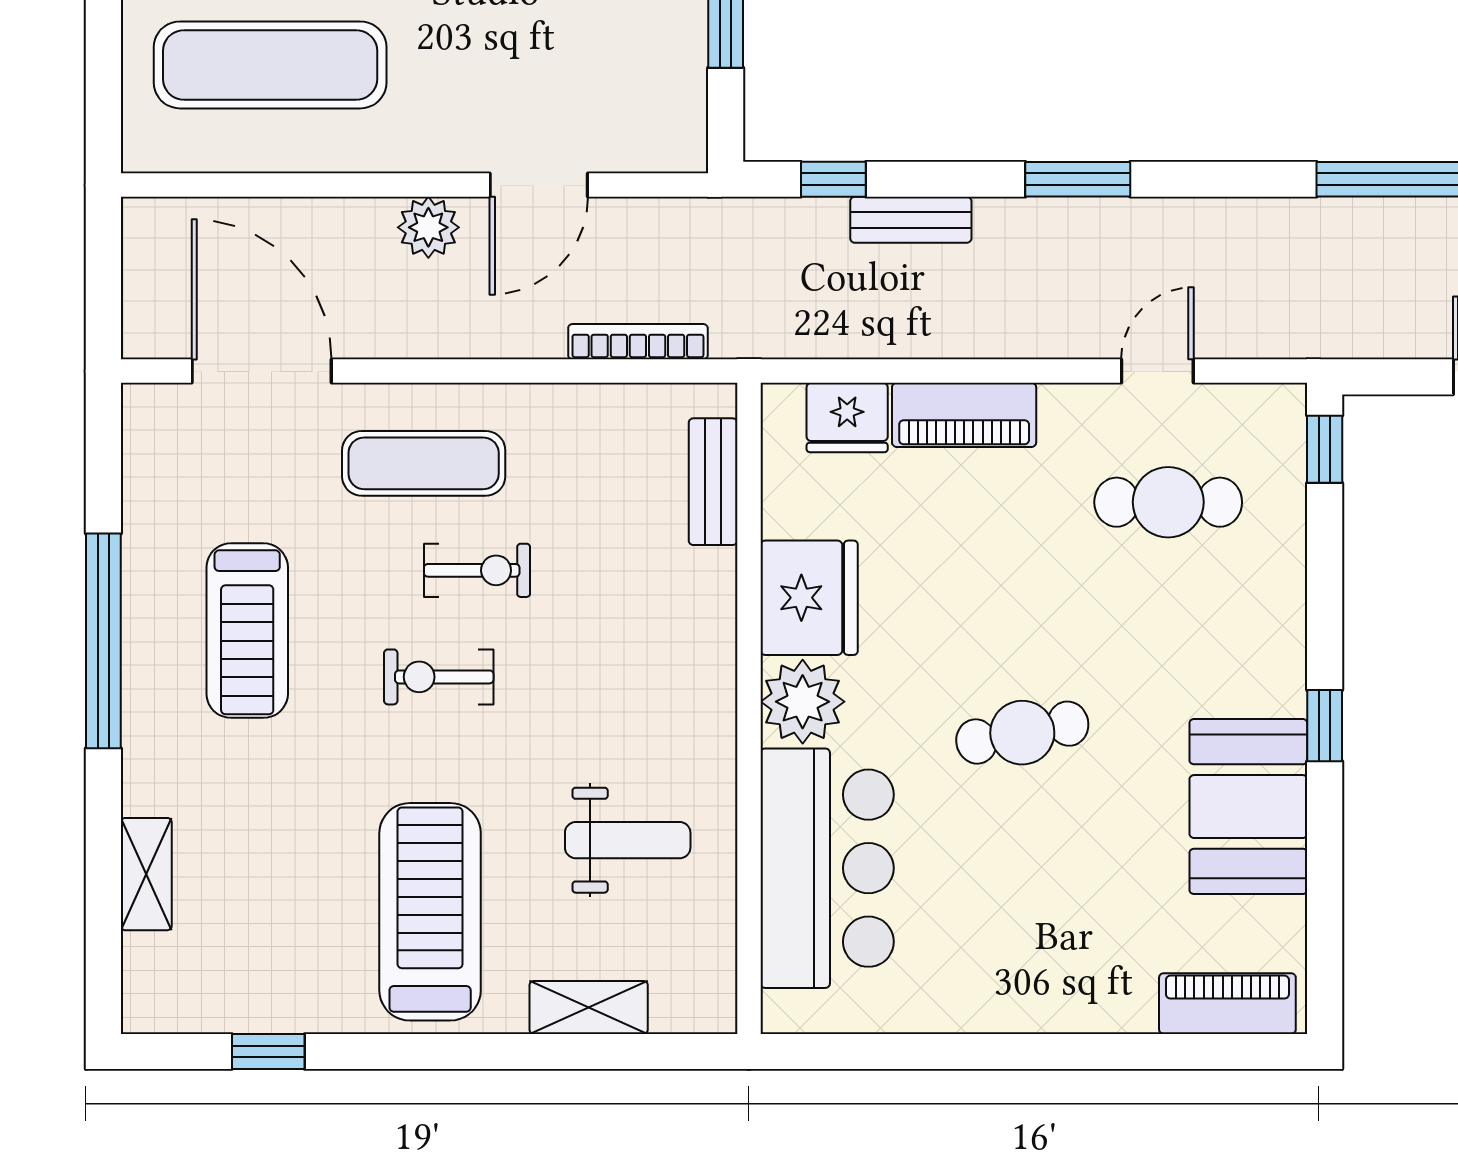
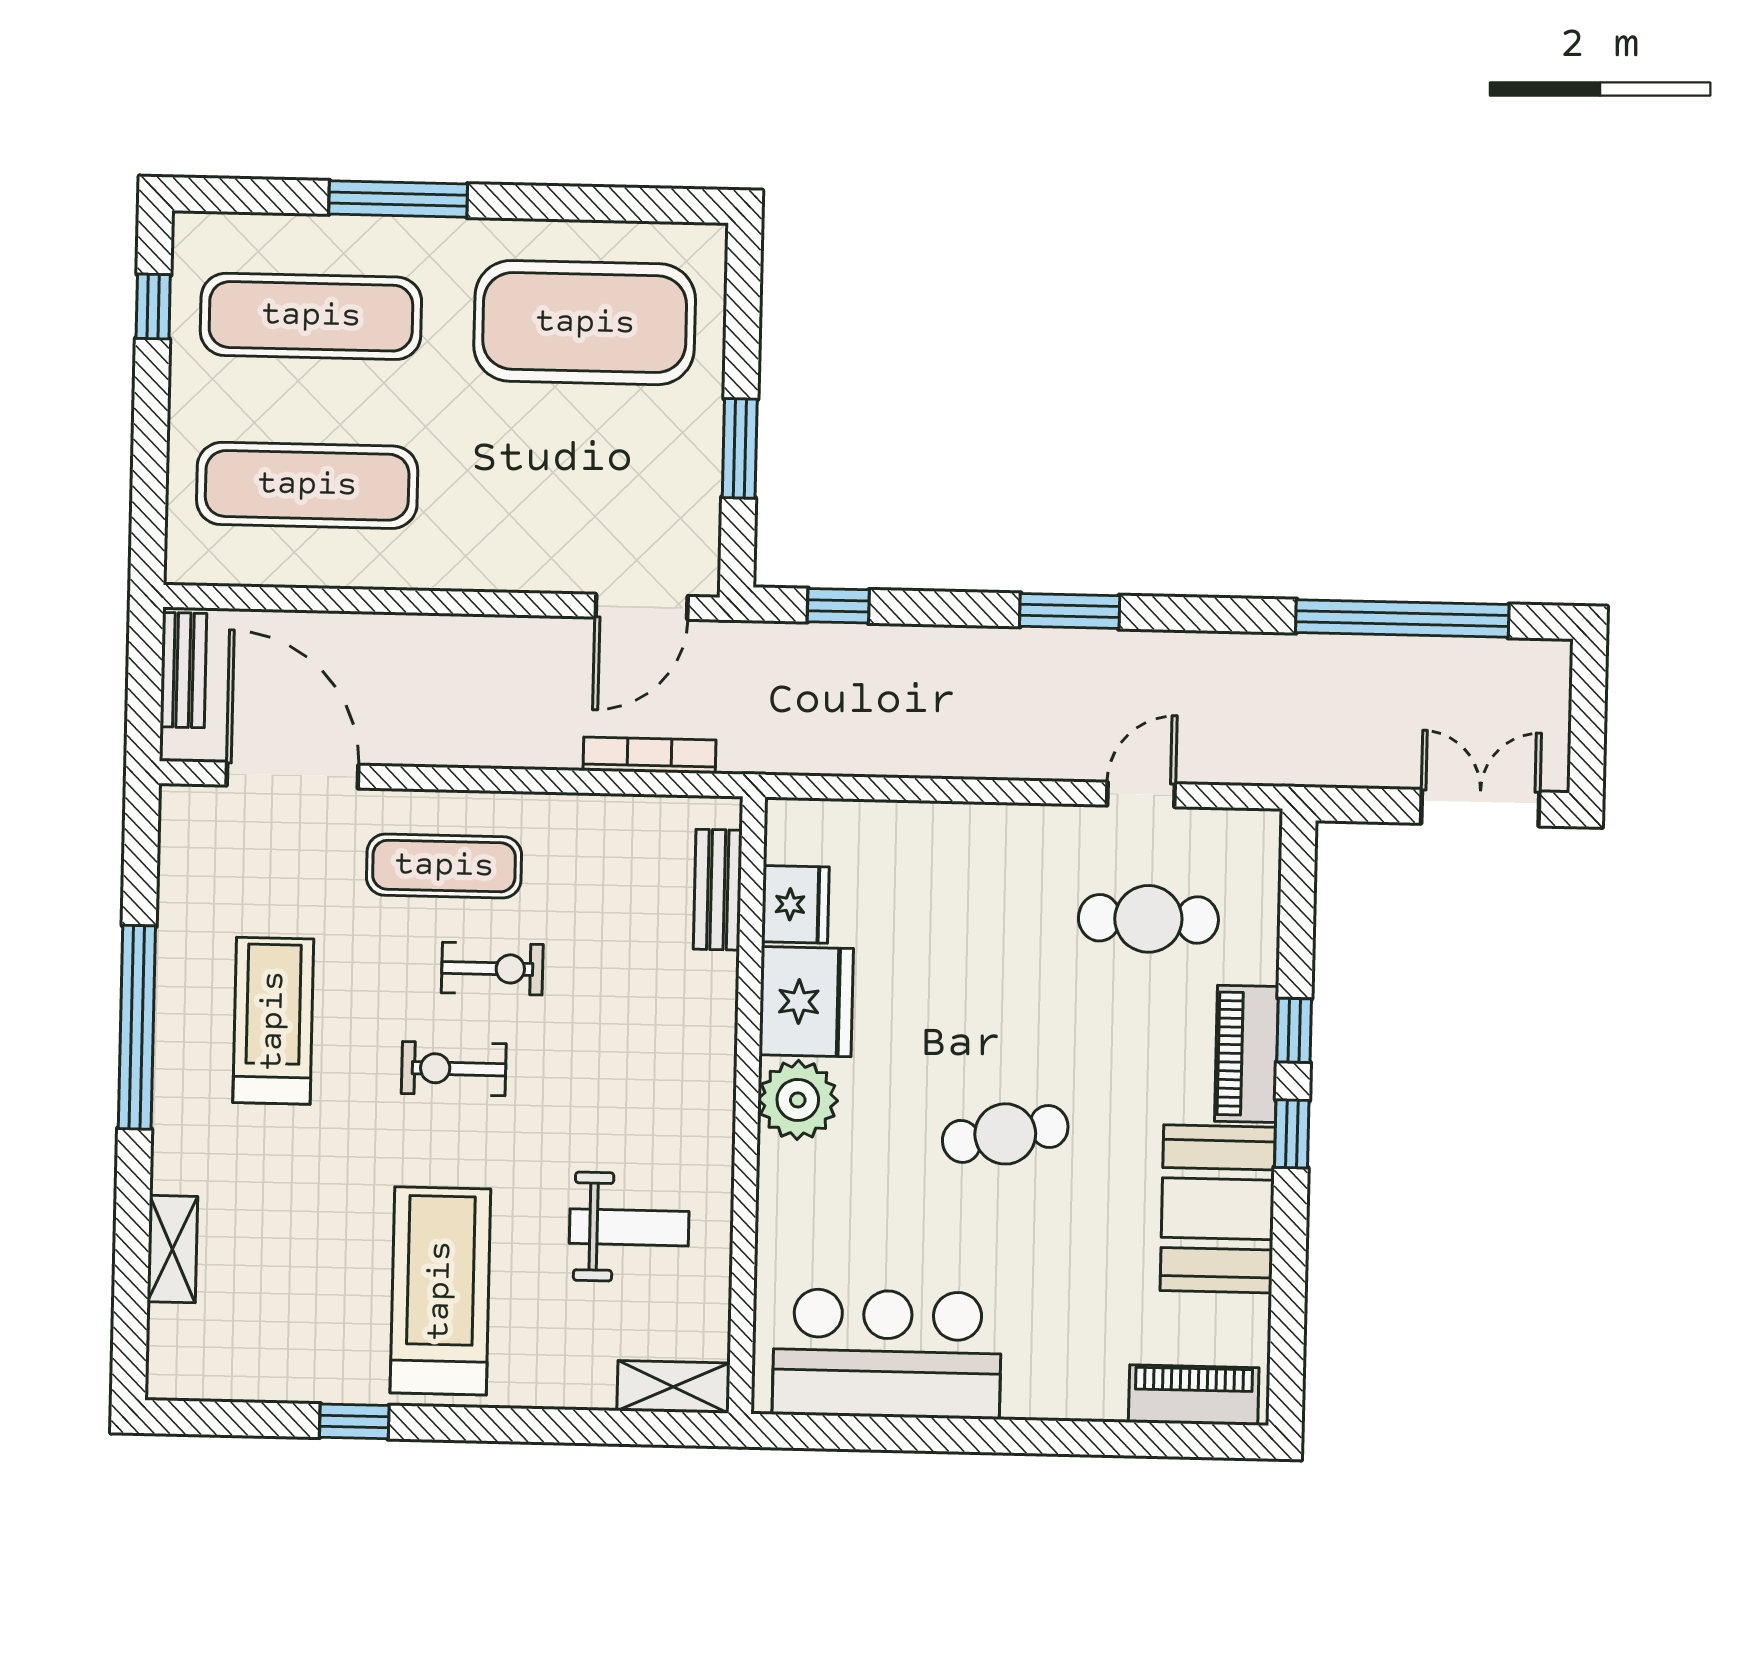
door: (539, 185) -> (642, 607), moved
bench: (911, 220) -> (183, 670), moved, turned 90
plant: (428, 227) -> (454, 643), removed
piano: (964, 415) -> (1247, 1054), moved, turned 90
fridge: (847, 418) -> (795, 904), moved, turned -90
window: (1325, 449) -> (1294, 1030), moved
treadmill: (247, 631) -> (273, 1021), turned 180
bar counter: (827, 868) -> (887, 1354), moved, turned -90
shelving: (589, 1007) -> (673, 1387), moved
window: (268, 1051) -> (354, 1421), moved

